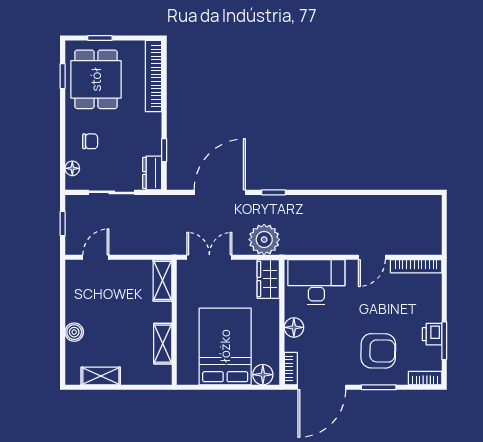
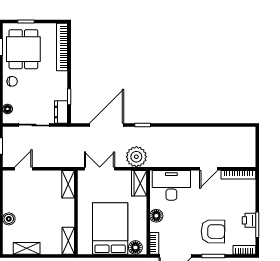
chair: (90, 141) -> (12, 81), moved
shelving: (163, 344) -> (68, 241), moved

